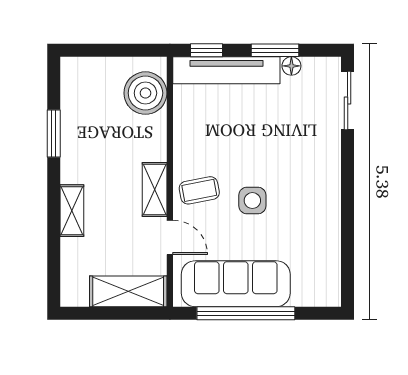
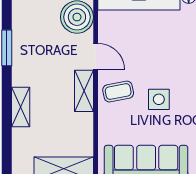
door: (170, 237) -> (96, 57), moved

